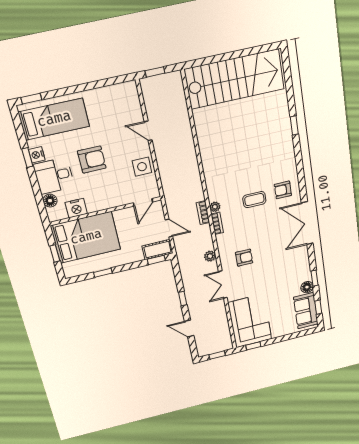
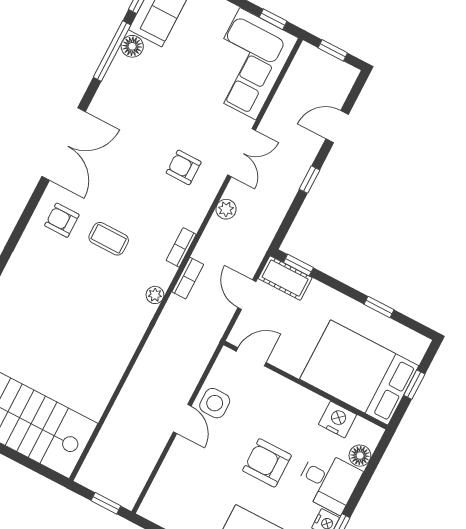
door: (148, 131) -> (182, 419), moved
armchair: (283, 190) -> (62, 220), turned 180
plant: (215, 207) -> (155, 295), moved
window: (314, 278) -> (112, 51), width x2.17
door: (189, 329) -> (337, 127), swing flipped

